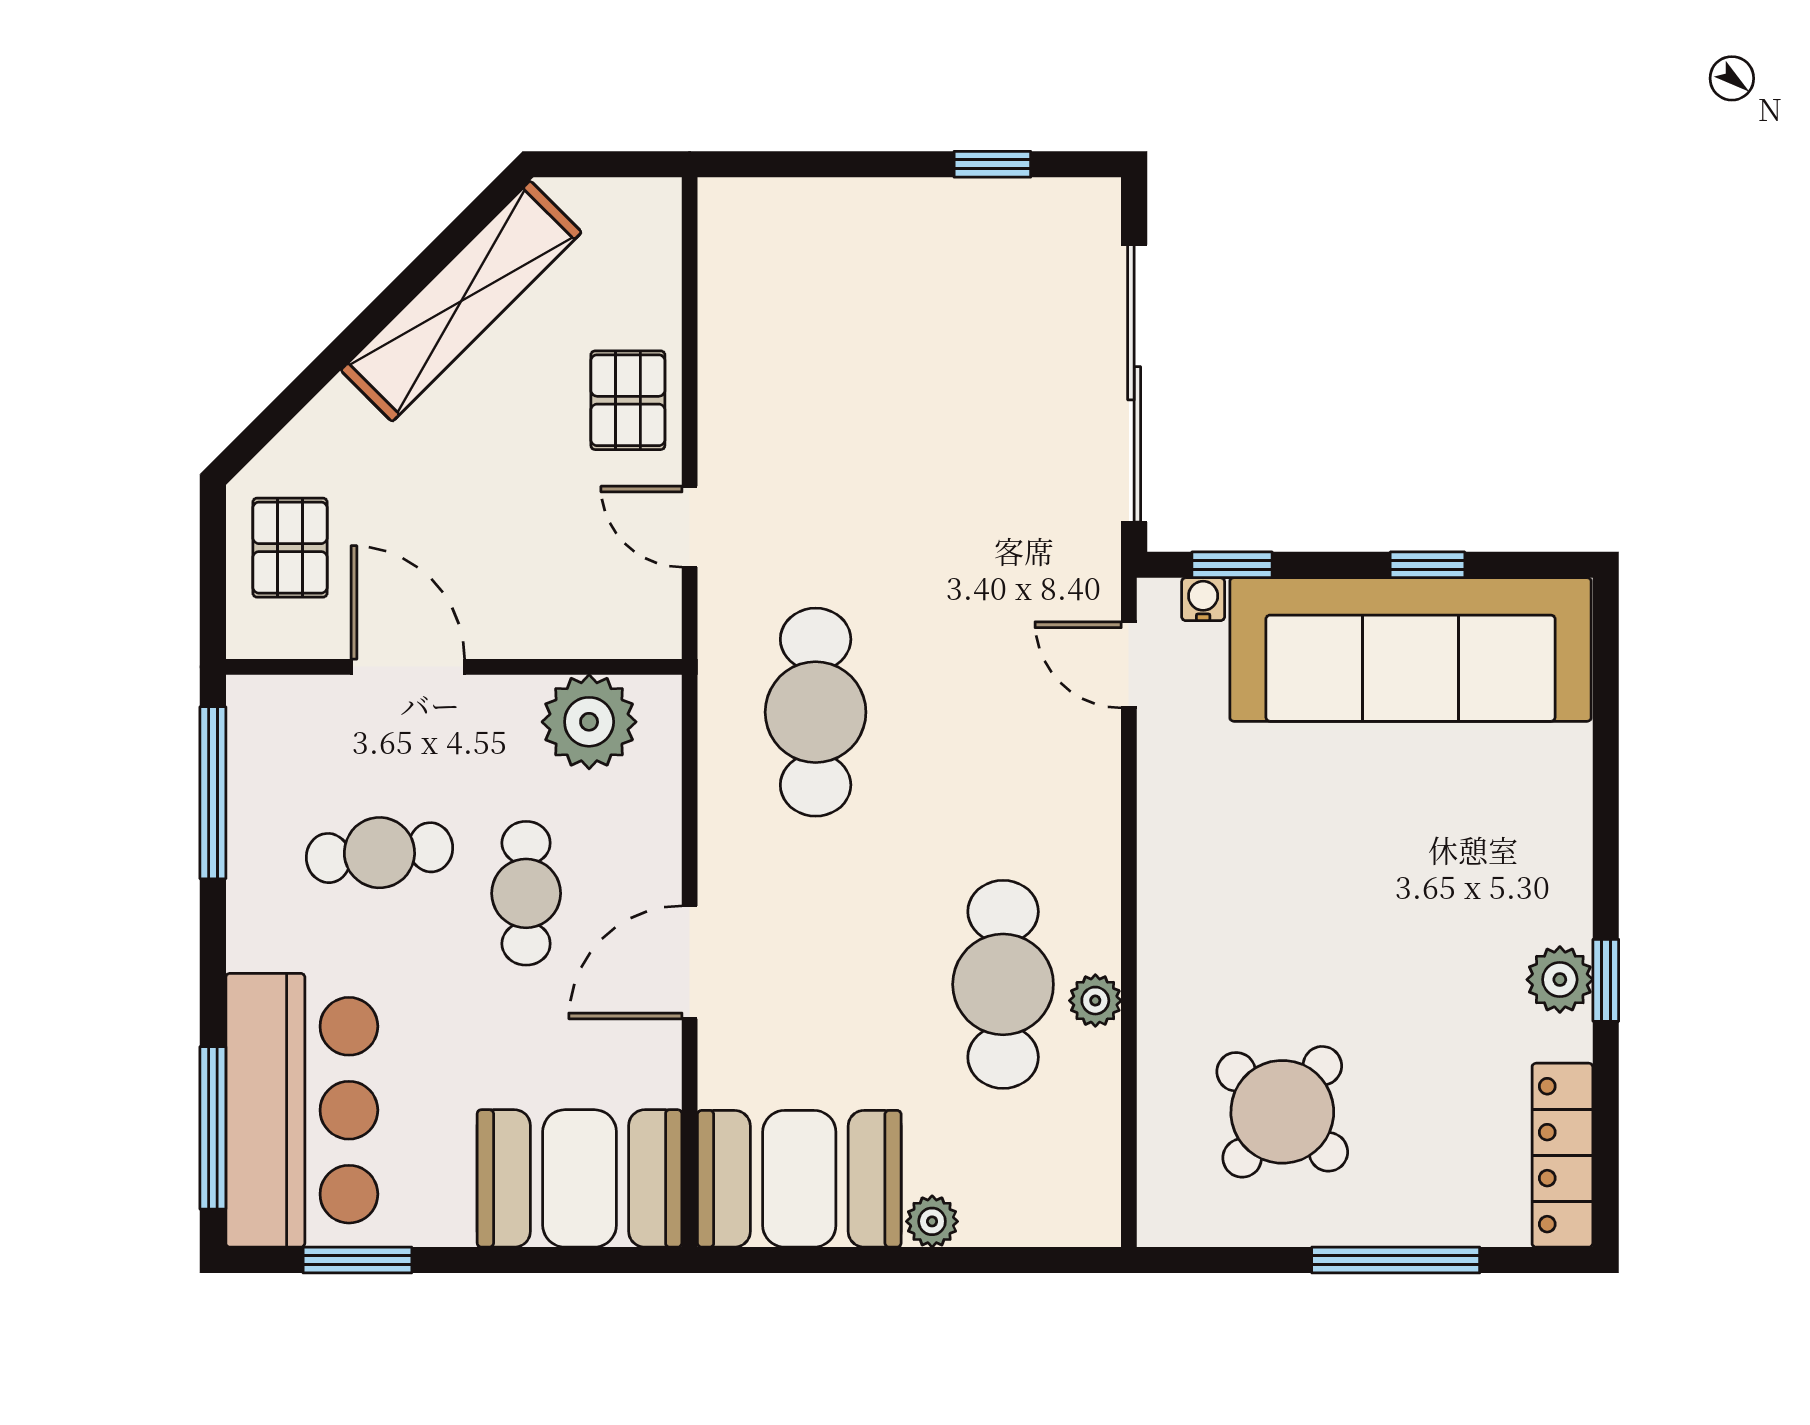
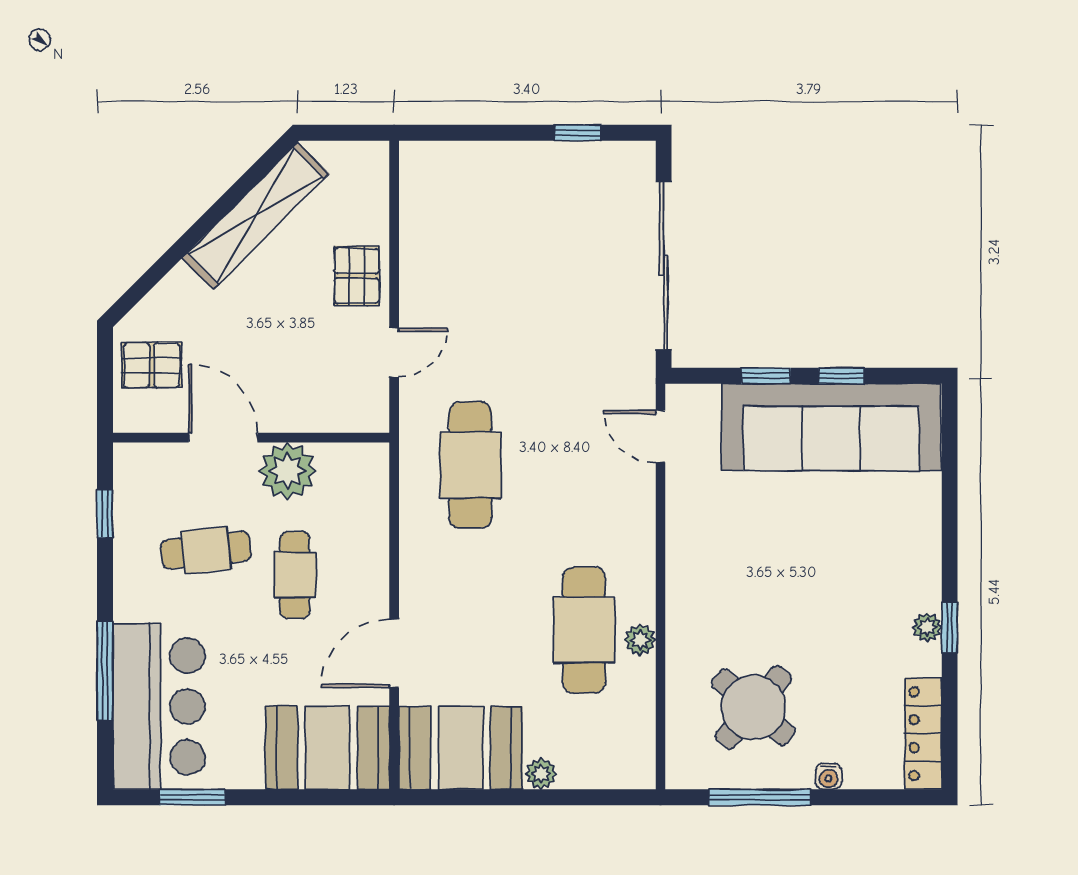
door: (690, 527) -> (394, 352), swing flipped
pallet: (290, 548) -> (152, 365), turned 90
window: (1232, 565) -> (766, 376), moved
water cooler: (1203, 599) -> (828, 776), moved, turned 180
plant: (589, 722) -> (288, 471), moved
window: (213, 793) -> (105, 514), width x0.46
door: (690, 962) -> (394, 653), moved
plant: (1560, 980) -> (927, 627), width x0.73, depth x0.73
window: (213, 1128) -> (105, 671), moved
window: (1396, 1260) -> (760, 797), moved

